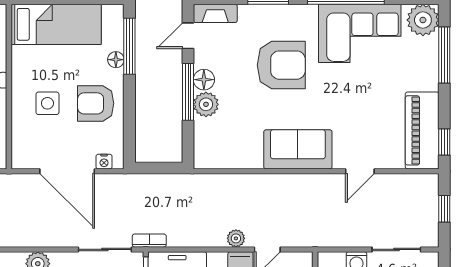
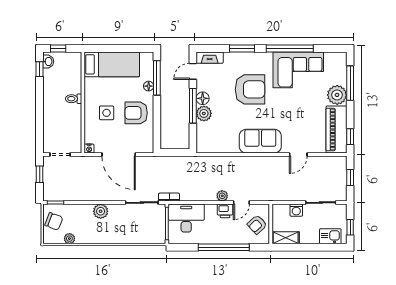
plant: (423, 20) -> (337, 95), moved
nightstand: (104, 162) -> (89, 149), moved

